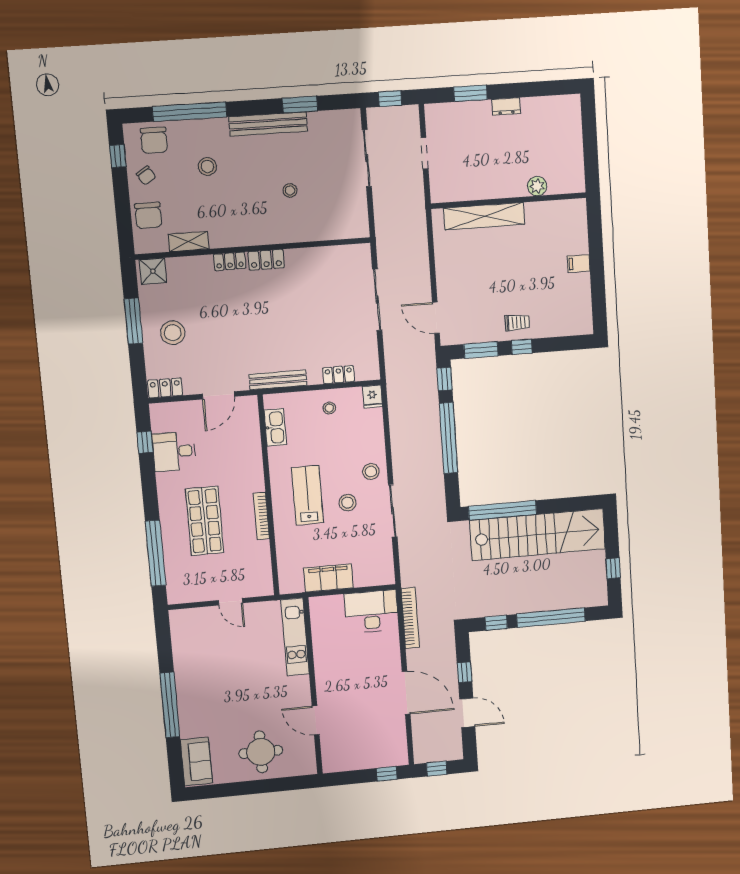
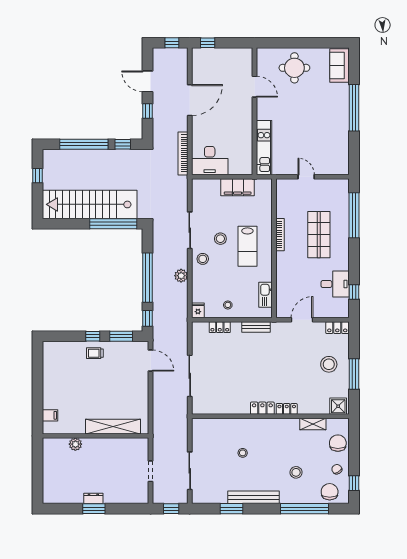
window: (470, 93) -> (94, 509), moved
filing cabinet: (579, 263) -> (50, 415), moved
bench: (278, 380) -> (256, 327), width x0.73
plant: (400, 445) -> (181, 276), added
door: (406, 693) -> (190, 100), swing flipped

